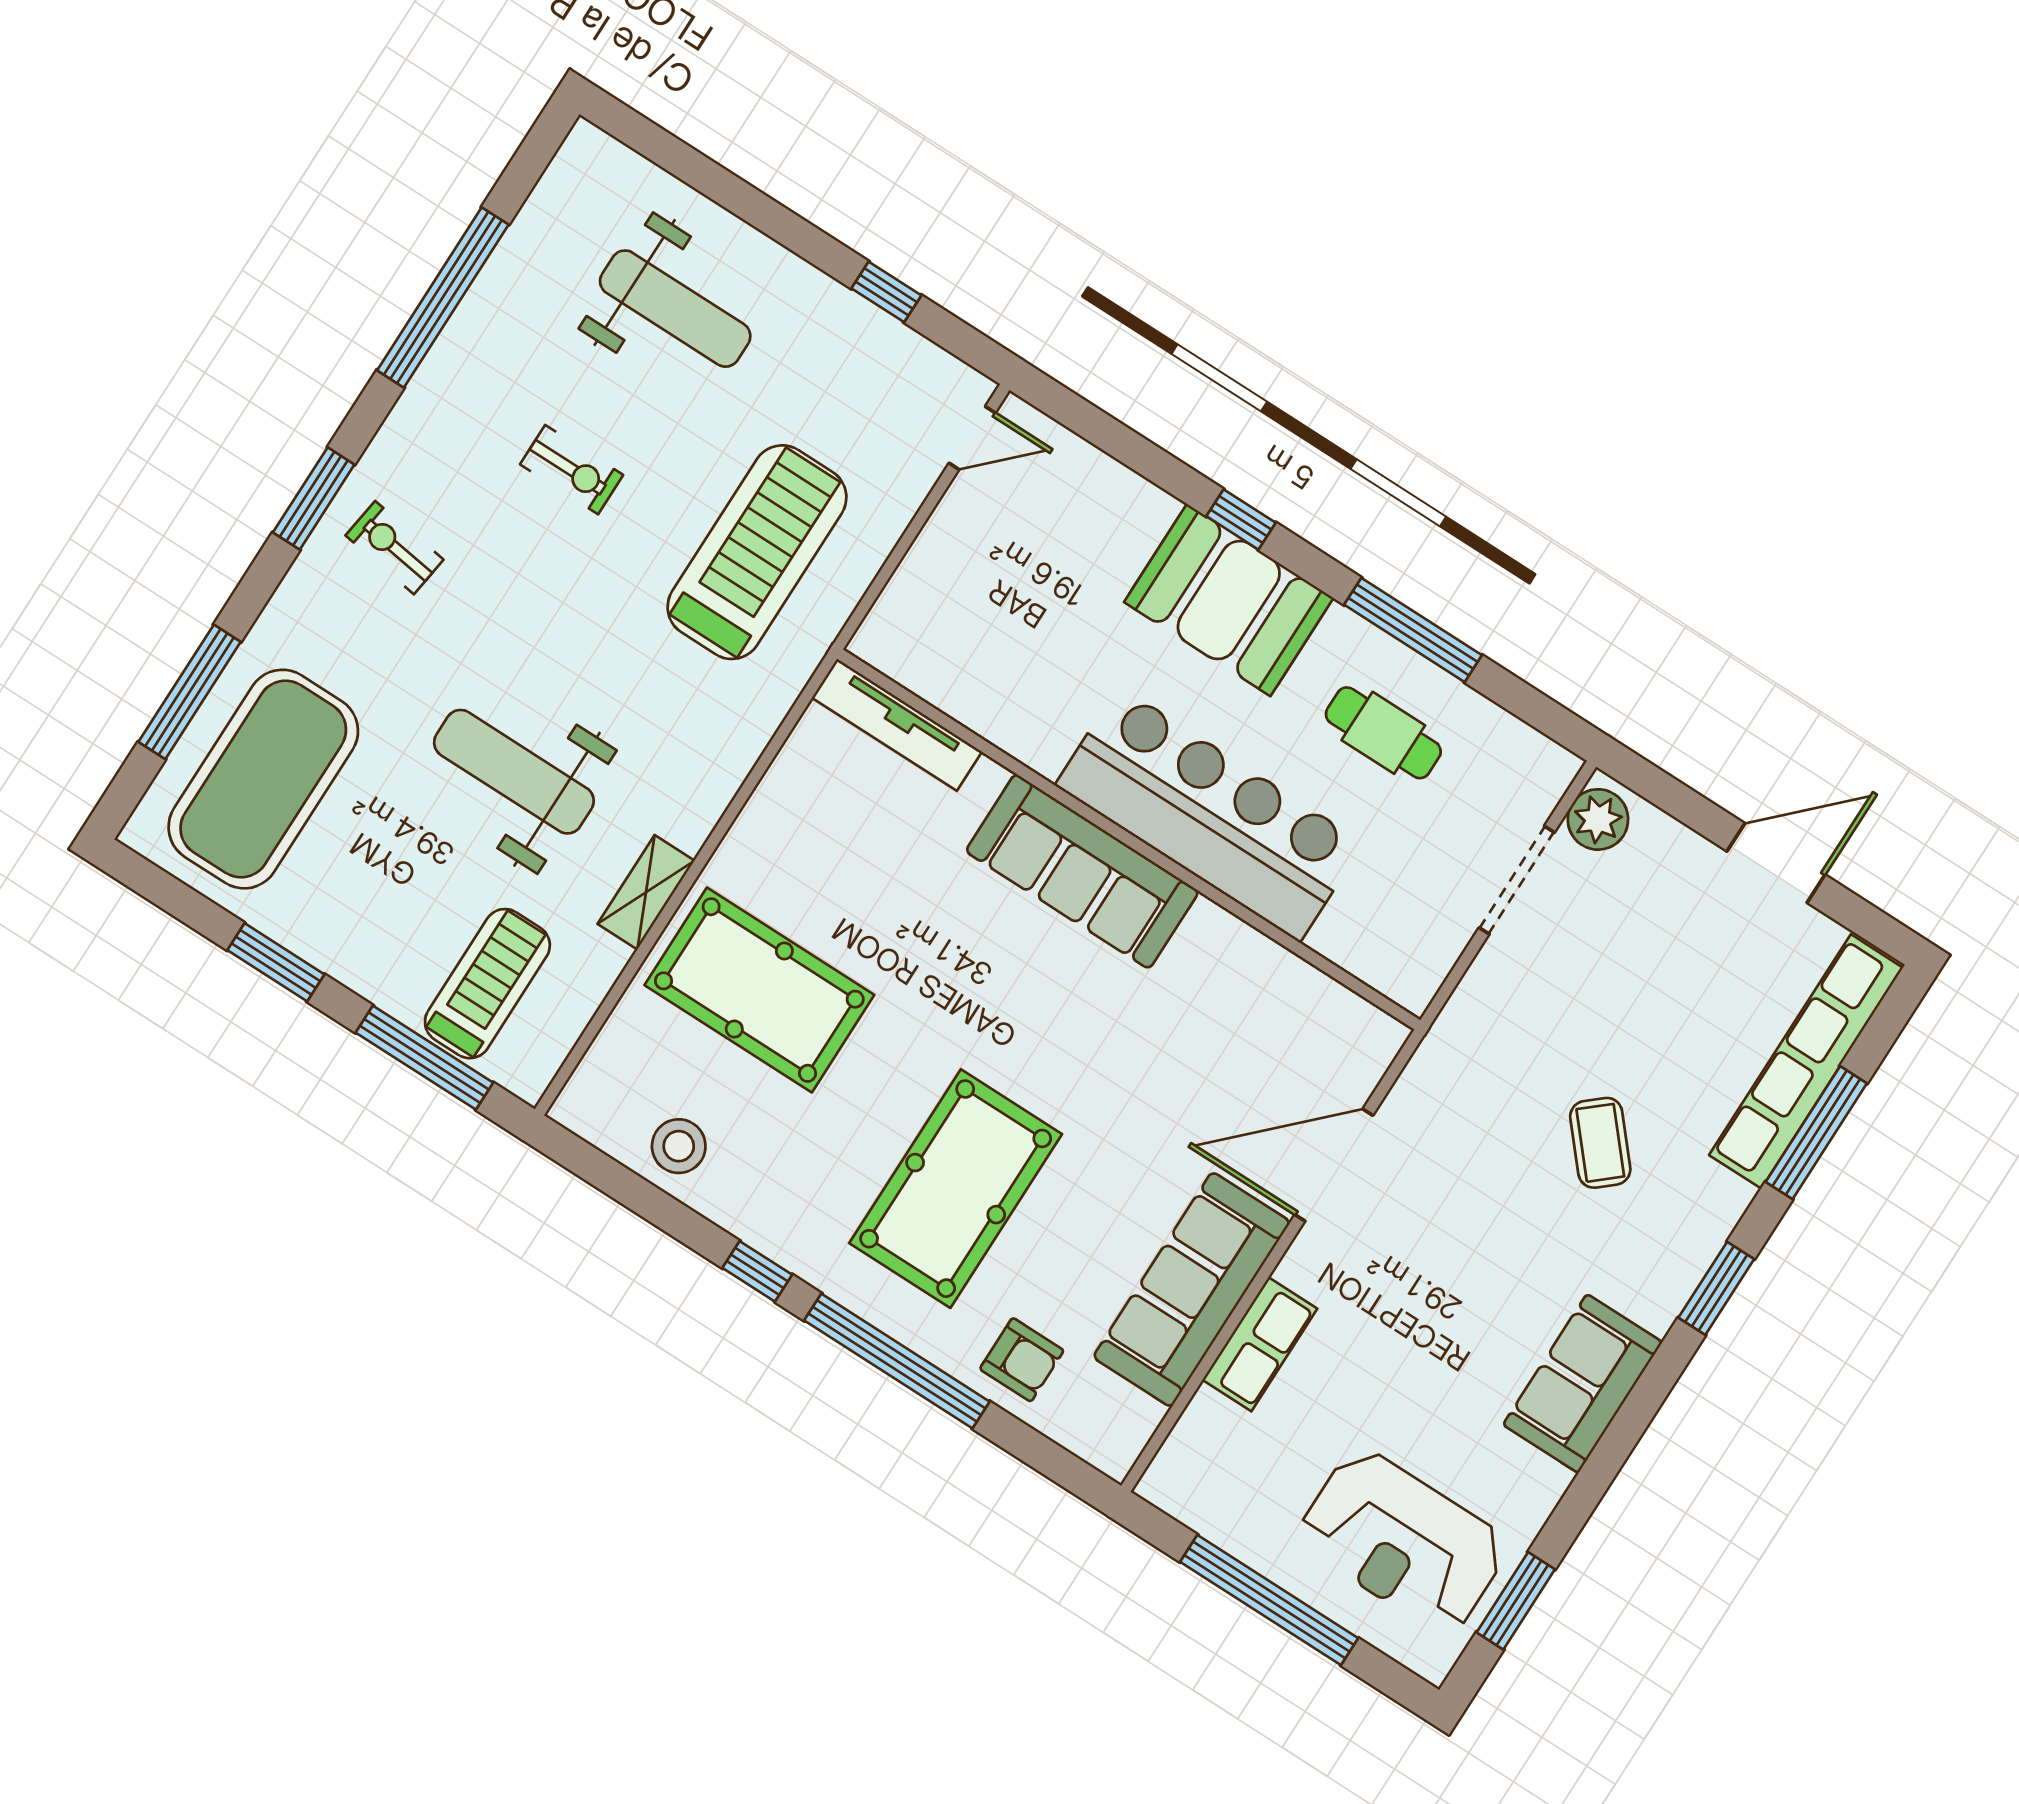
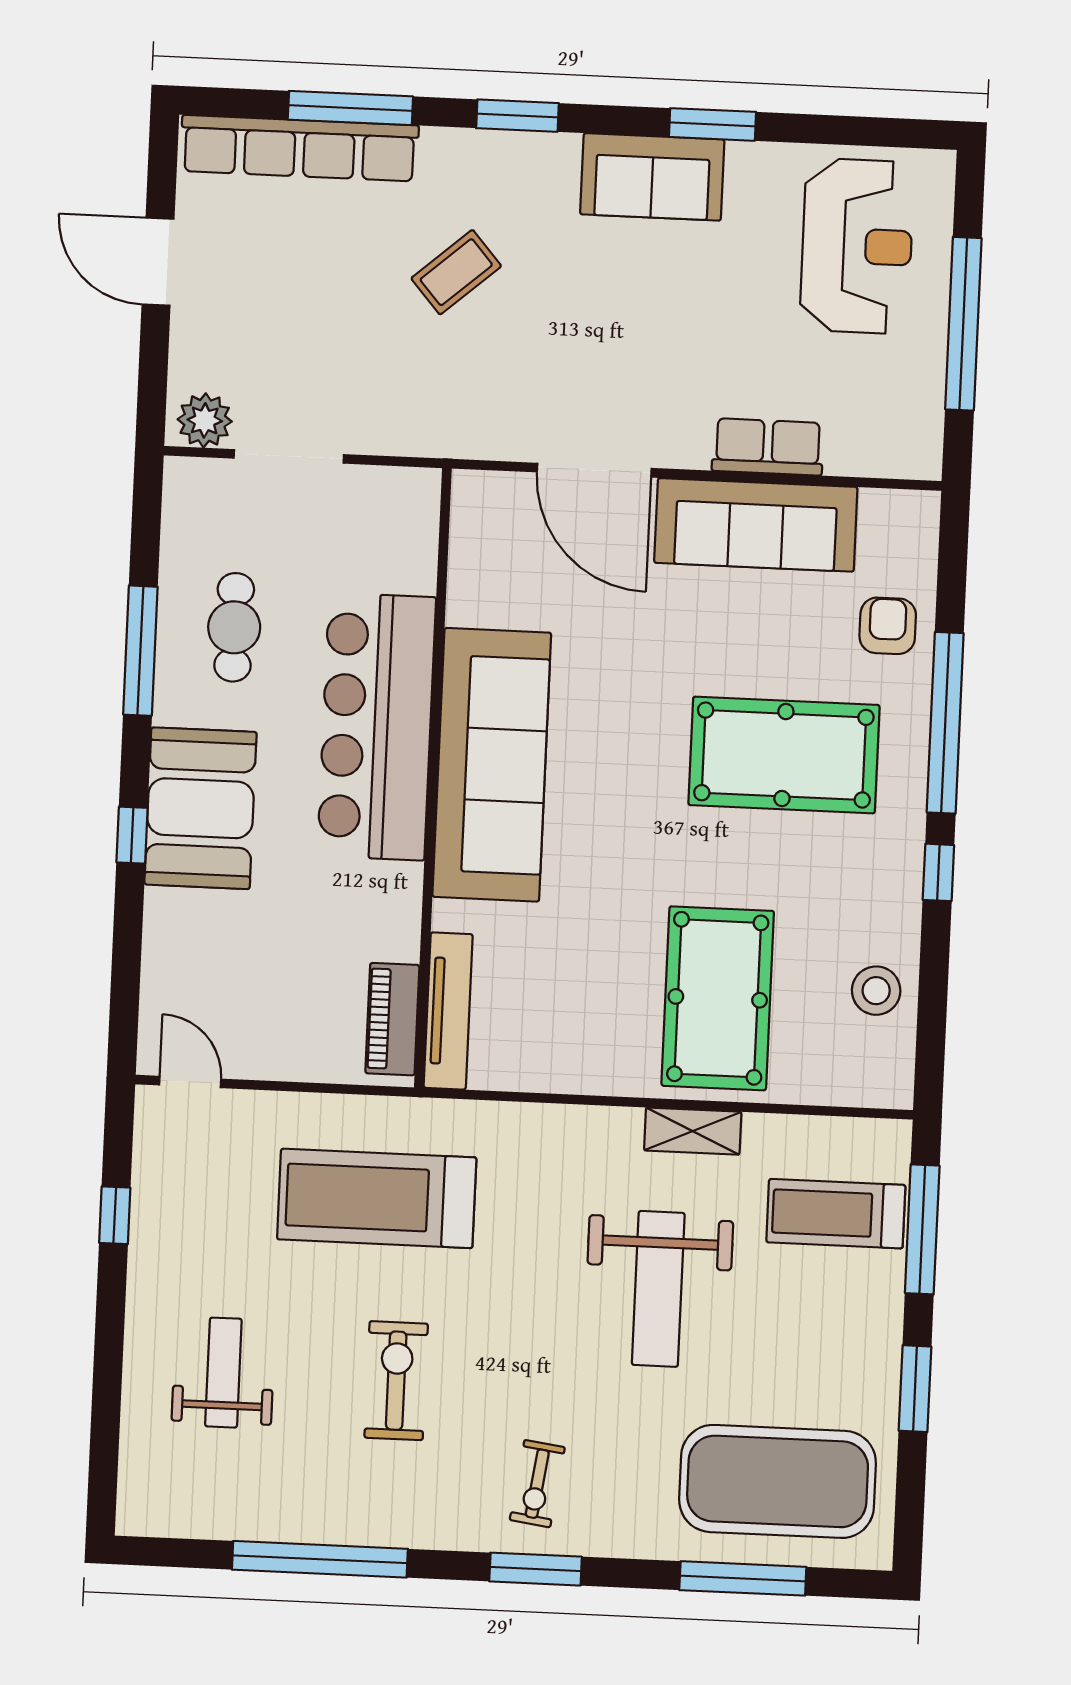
weight bench: (675, 309) -> (223, 1373), width x0.73, depth x0.75
exercise bike: (572, 470) -> (396, 1381), width x1.38, depth x1.39
piano: (920, 667) -> (392, 1019), added
sofa: (1082, 871) -> (492, 765), width x1.36, depth x1.27
window: (1516, 1601) -> (712, 124), moved

